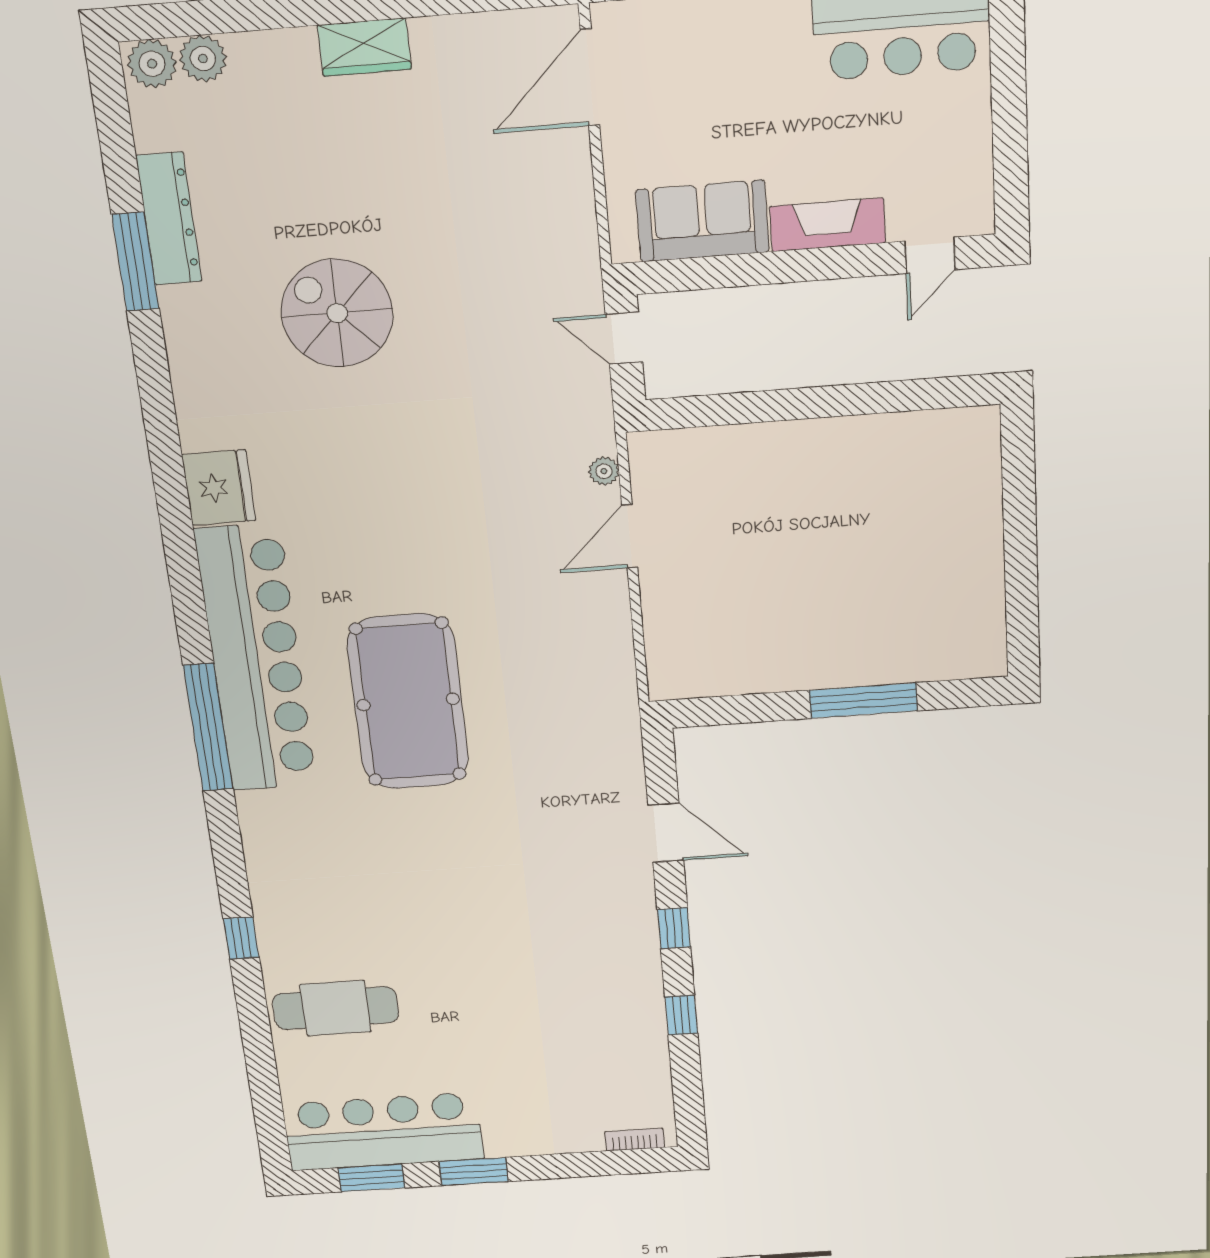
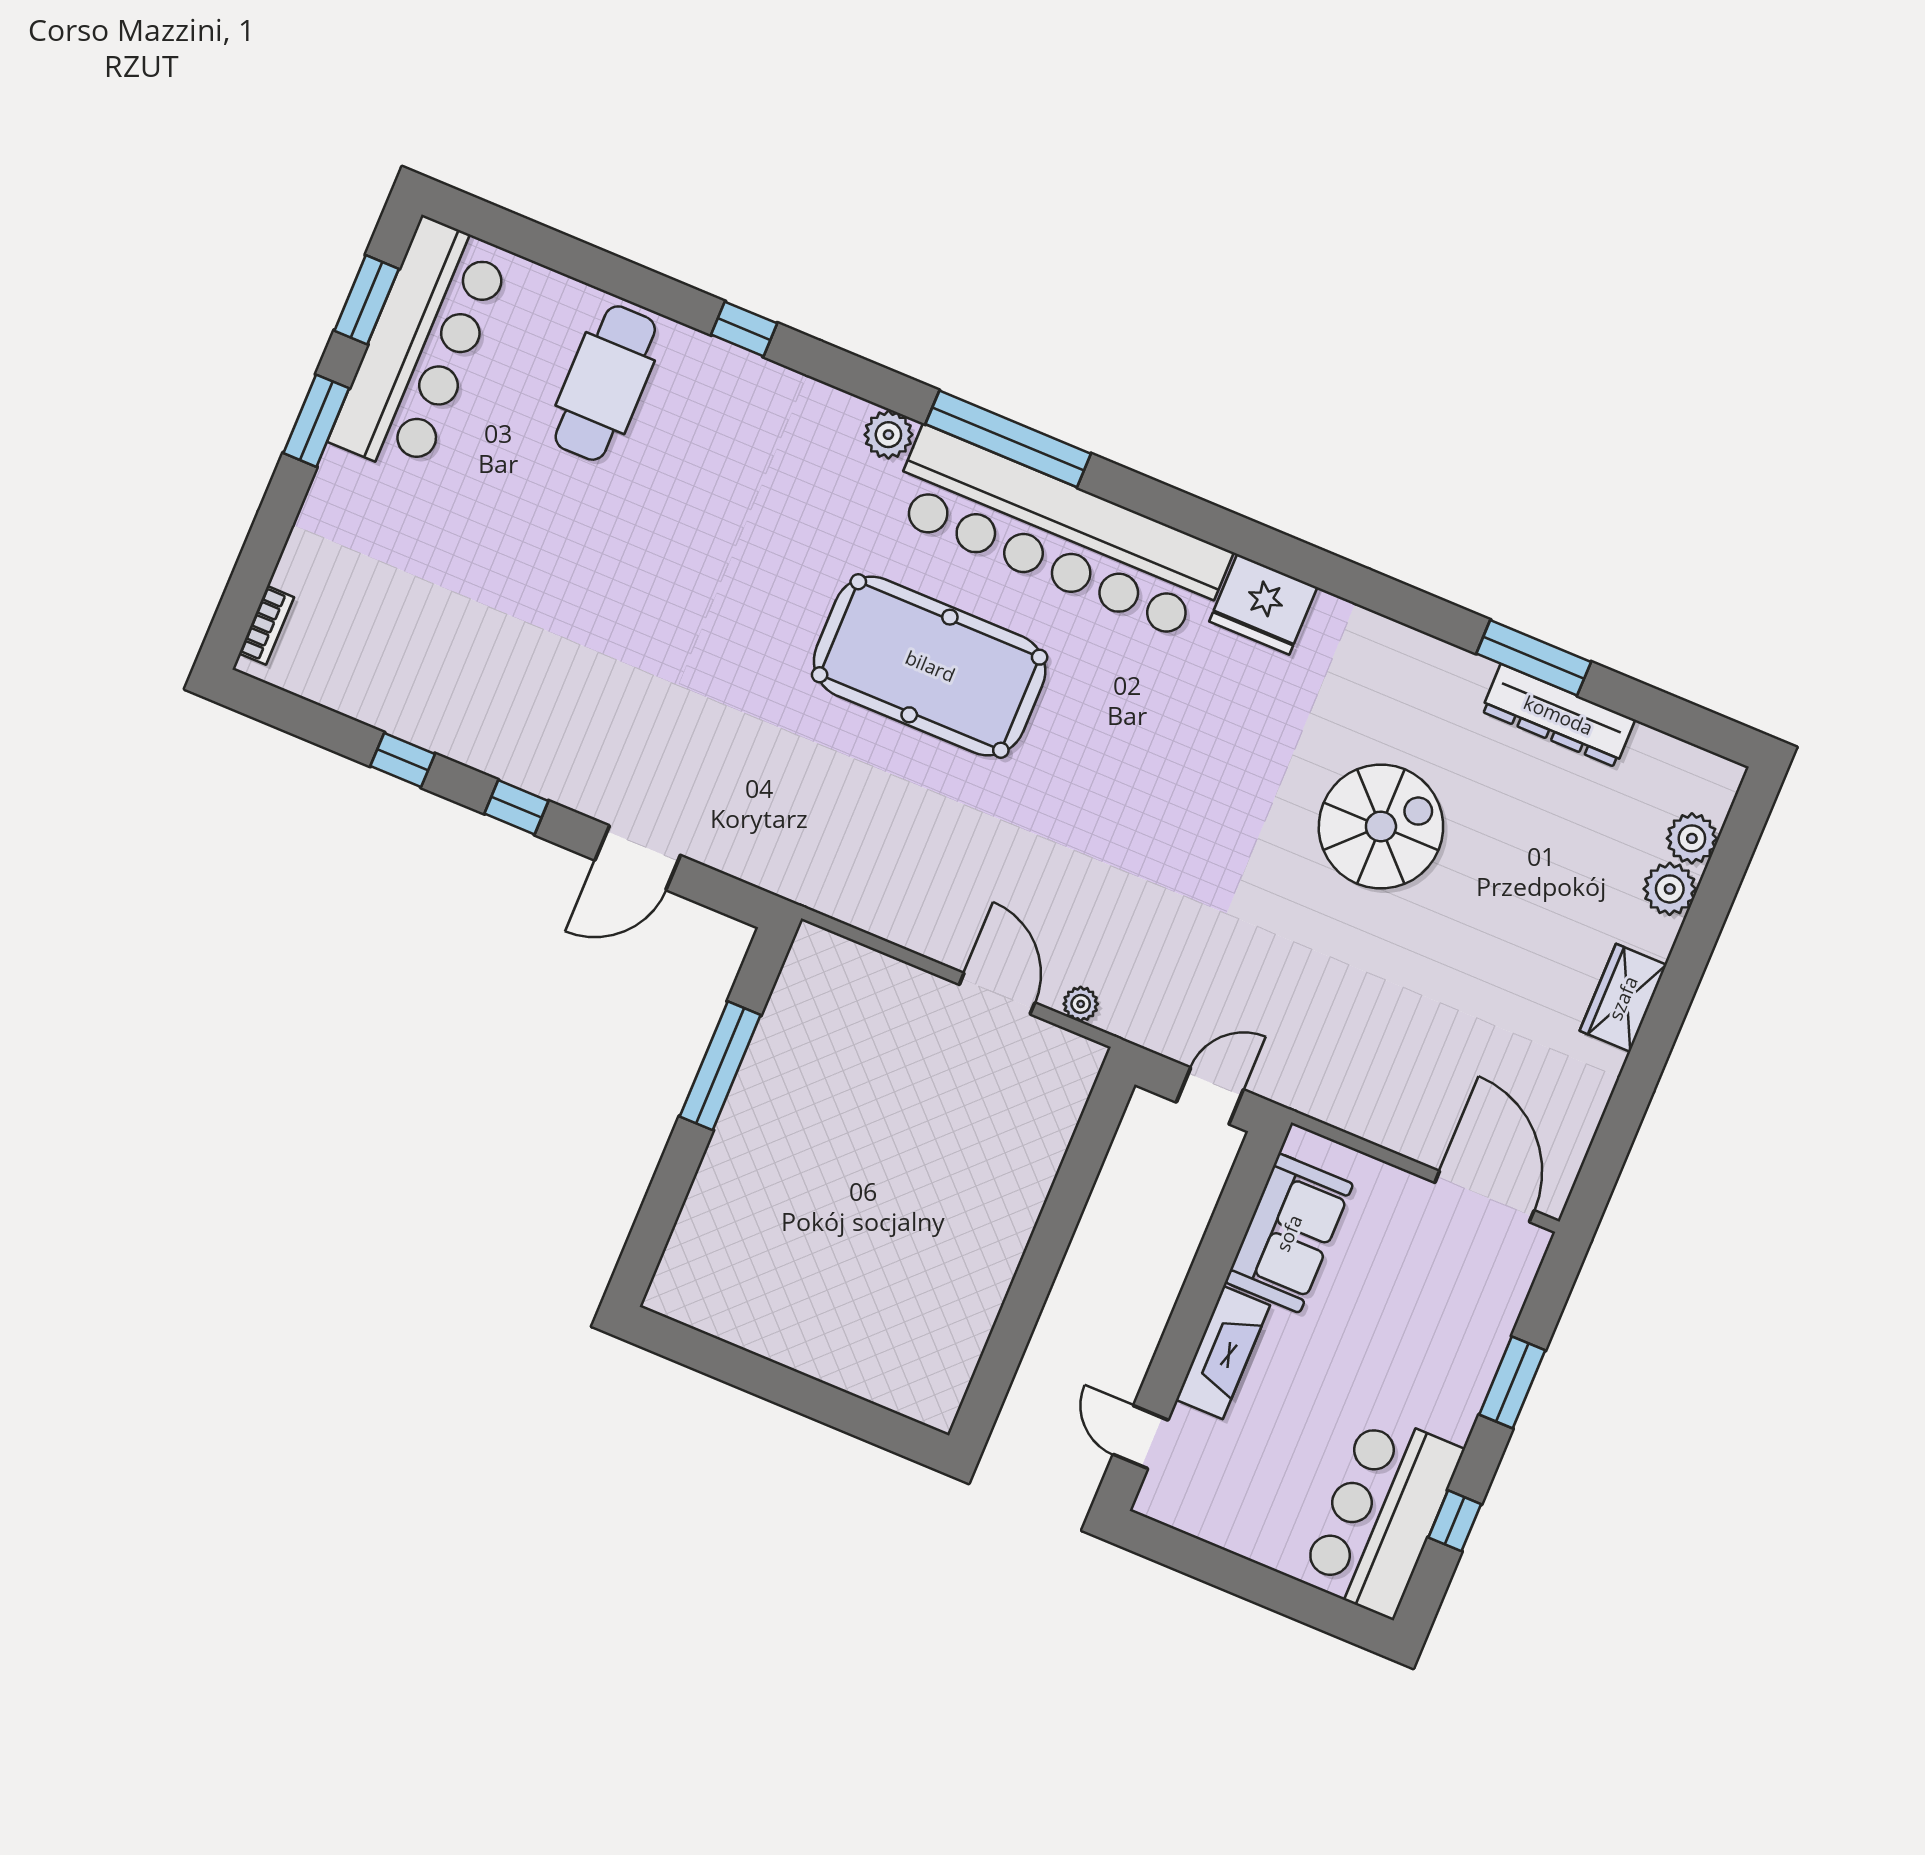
plant: (152, 64) -> (1670, 889), moved
window: (863, 701) -> (720, 1066), moved
plant: (256, 809) -> (888, 435), added

